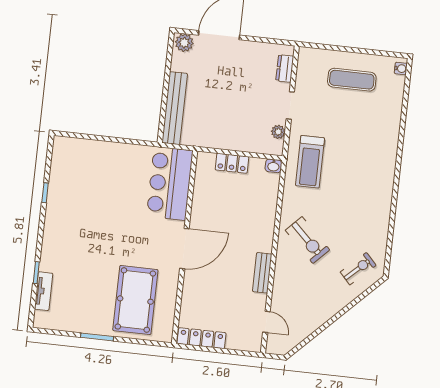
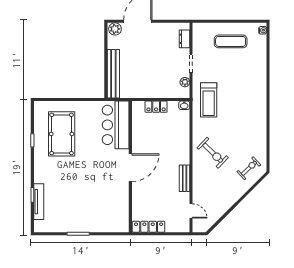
tv unit: (44, 291) -> (39, 202), width x1.41
pool table: (135, 300) -> (62, 134), moved

